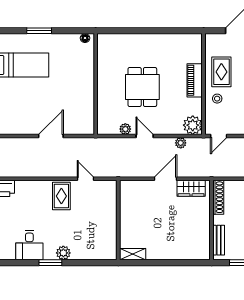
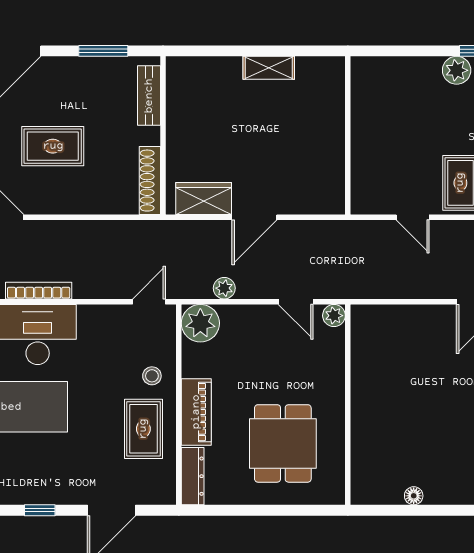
dresser: (197, 48) -> (193, 476), added
wall: (96, 84) -> (348, 405), moved
dining table: (142, 87) -> (283, 443), moved
shelving: (133, 254) -> (269, 68), moved

